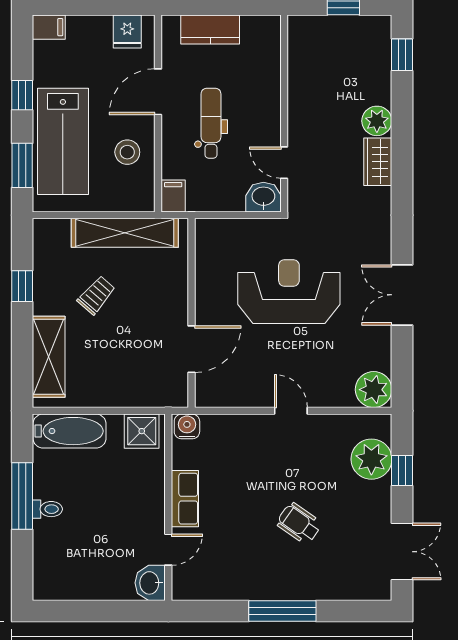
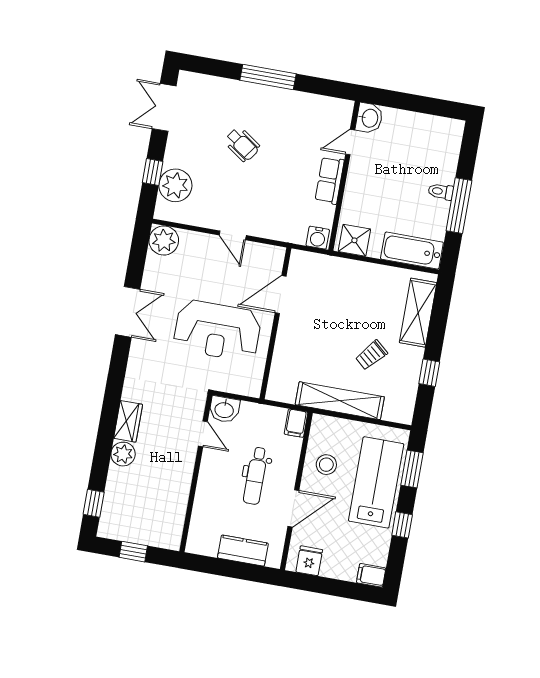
wall: (191, 313) -> (275, 323), moved
door: (191, 349) -> (281, 295), moved

